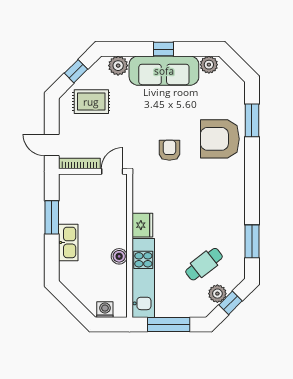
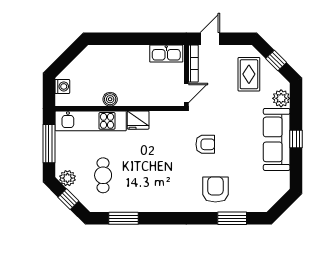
plant: (209, 65) -> (282, 180), removed
armchair: (220, 139) -> (215, 190), width x0.73, depth x0.73
door: (112, 171) -> (186, 93), hinge flipped
window: (52, 217) -> (145, 39), removed
kitchen sink: (68, 242) -> (166, 54), moved
cafe table: (204, 264) -> (103, 175), turned 38
plant: (217, 294) -> (67, 178), moved

